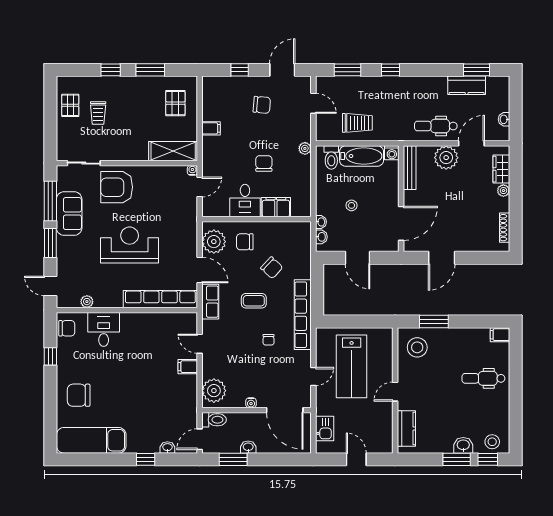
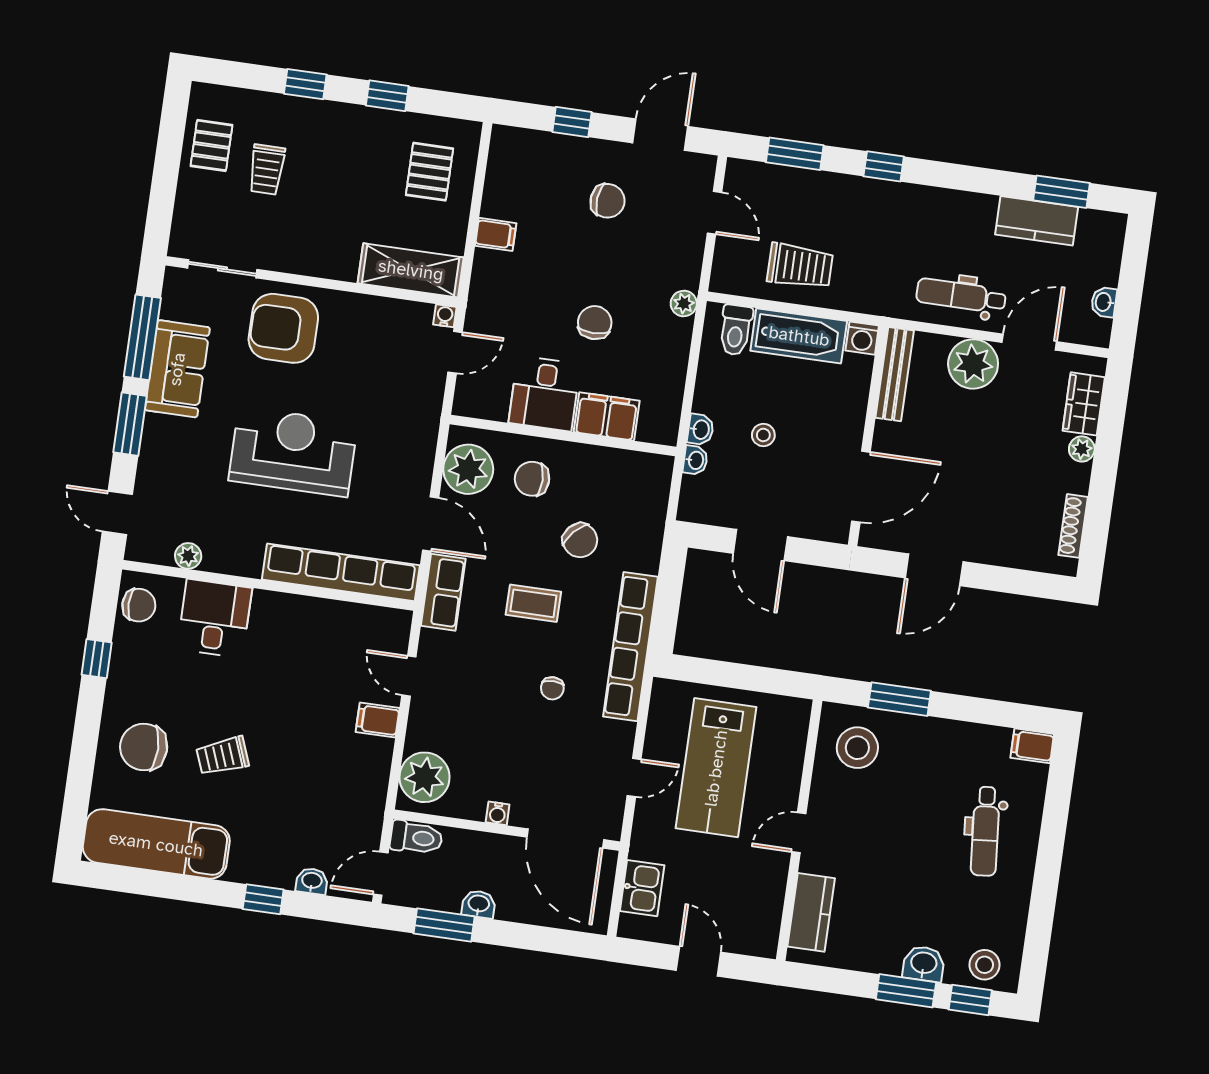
window: (150, 70) -> (387, 96), width x0.67
washbasin: (321, 237) -> (701, 430), moved
dental chair: (483, 378) -> (985, 831), turned -95
trolley: (117, 394) -> (222, 756), added

